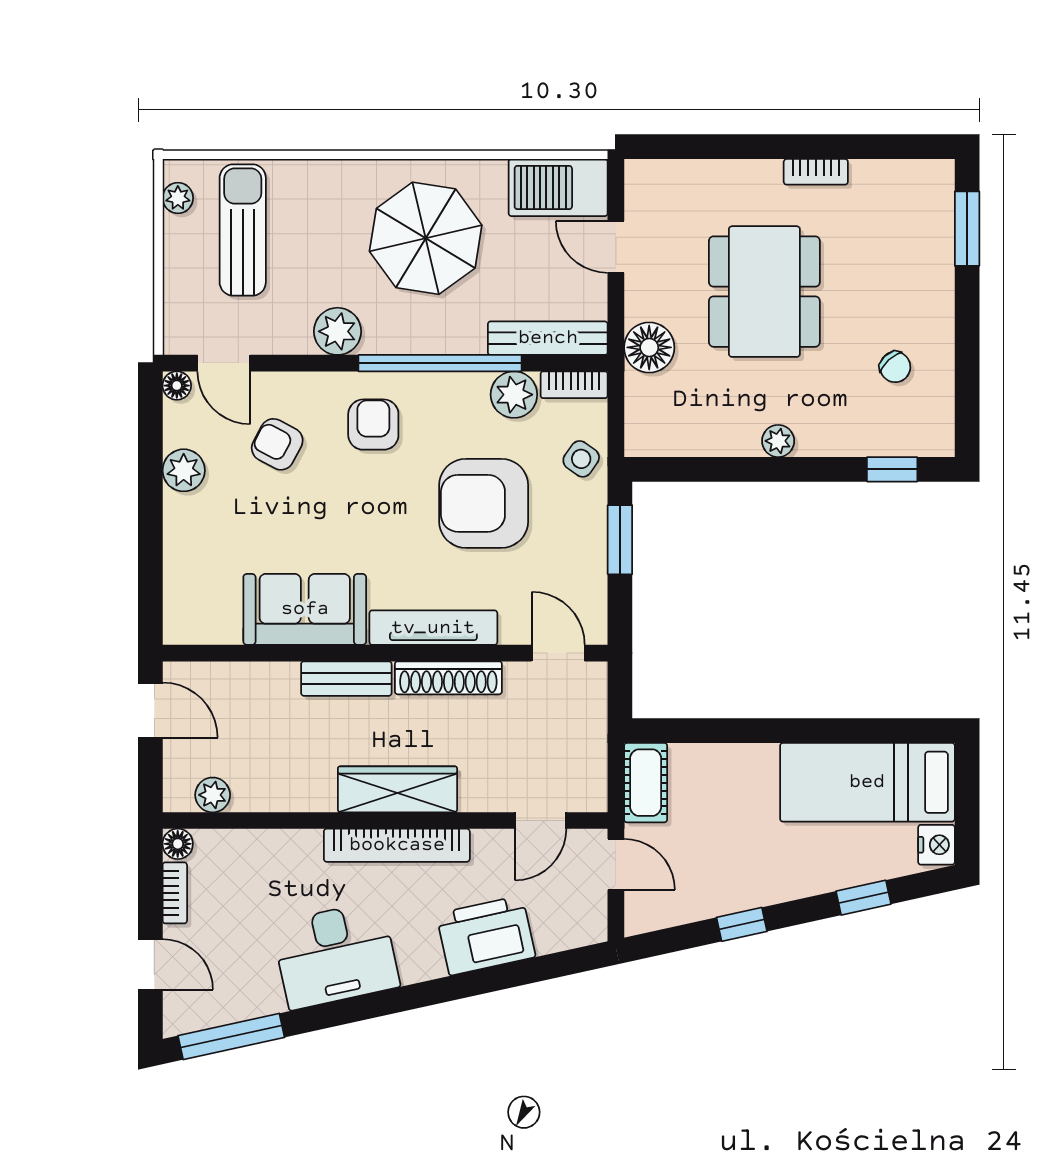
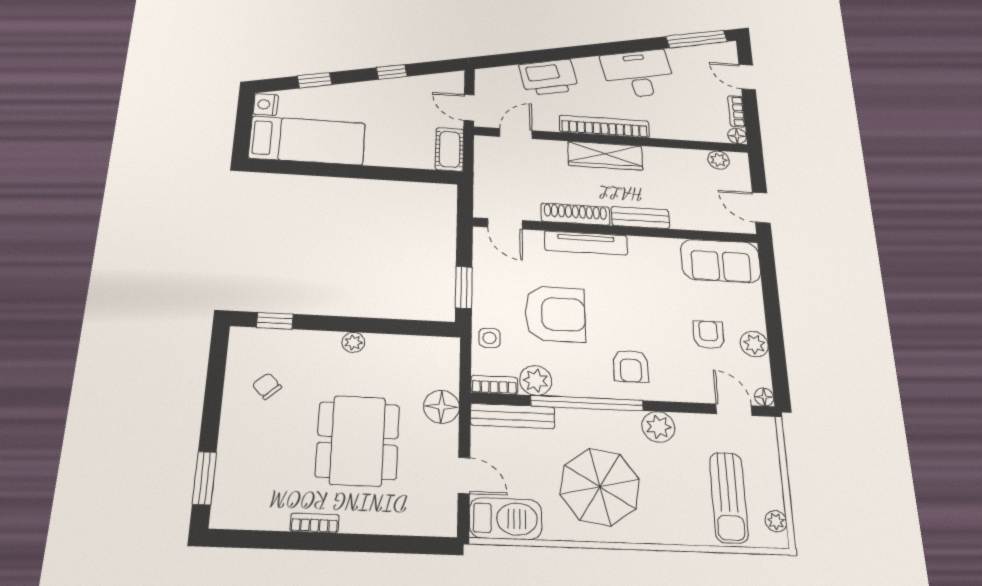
armchair: (277, 444) -> (709, 335), moved, turned -118
side table: (581, 459) -> (490, 338), turned -35
sofa: (305, 609) -> (721, 261), moved

